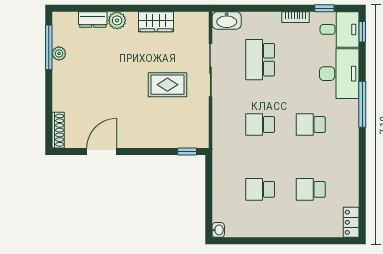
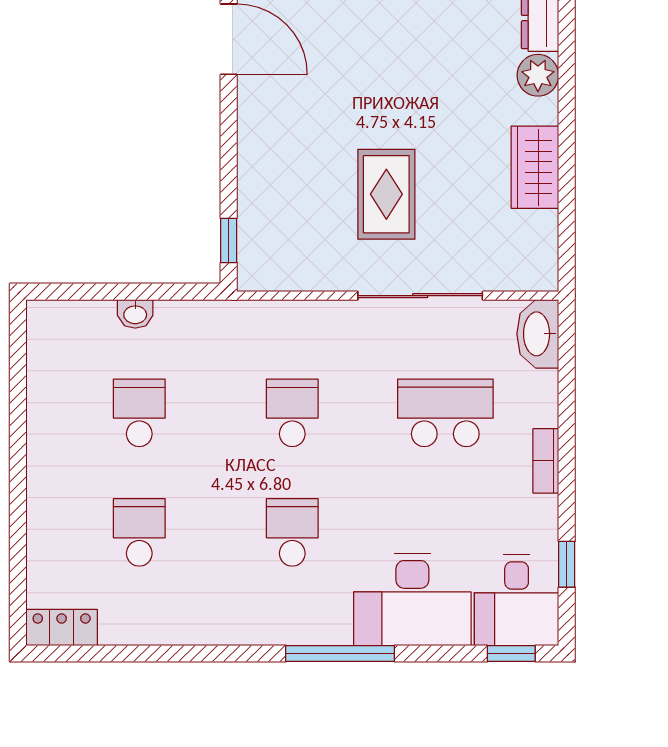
bookcase: (296, 17) -> (546, 461), moved
washbasin: (218, 230) -> (135, 314), moved

